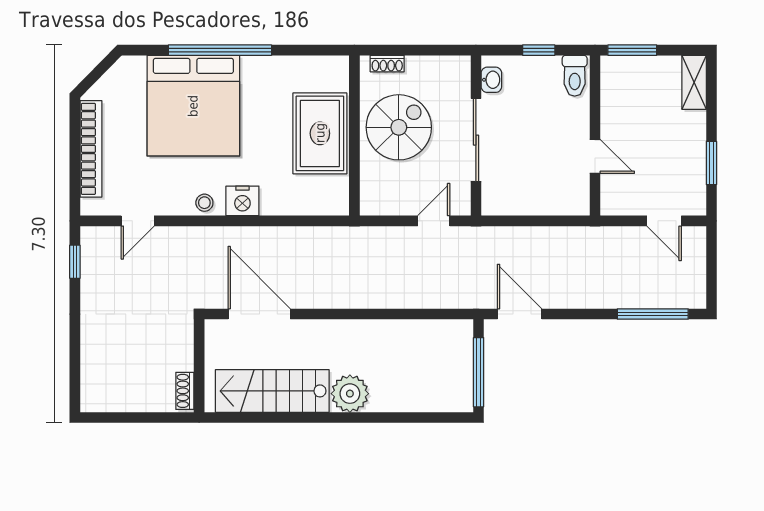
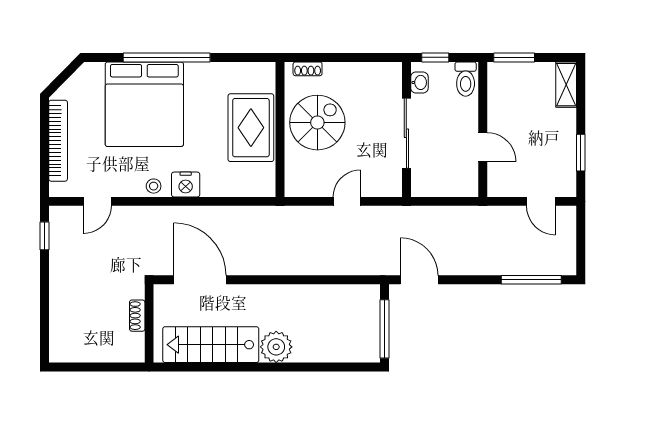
washbasin: (491, 80) -> (419, 82), moved
wall: (476, 135) -> (406, 129), moved
sliding door: (476, 140) -> (406, 133), moved
shoe rack: (185, 391) -> (137, 316), moved

